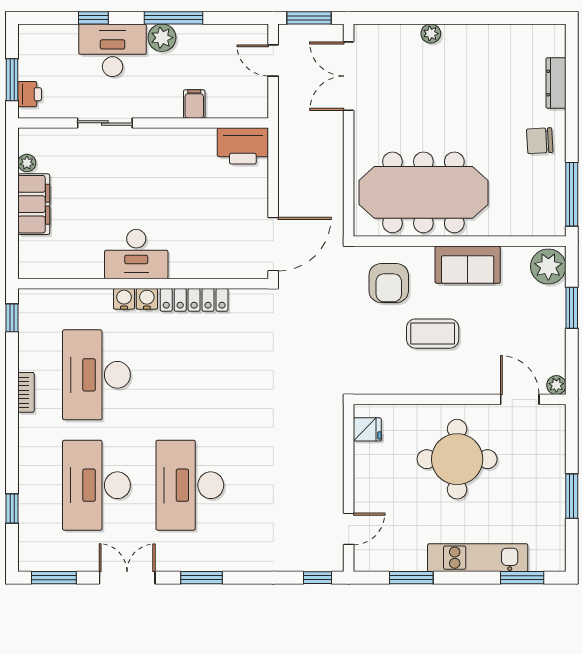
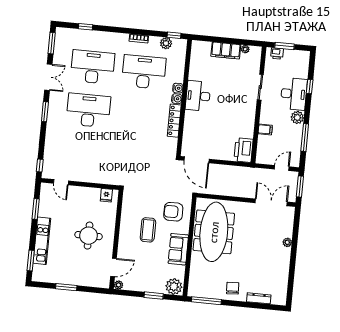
window: (174, 18) -> (305, 137), moved
plant: (31, 333) -> (166, 43), added
round table: (457, 459) -> (89, 236), width x0.73, depth x0.73

